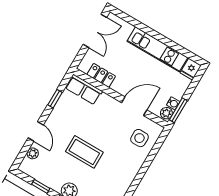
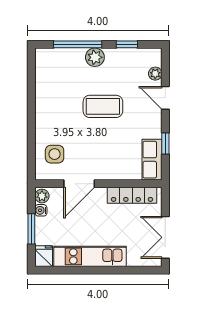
locker: (101, 75) -> (132, 195), width x1.53
row of seats: (84, 89) -> (152, 160), moved, turned -90
window: (178, 110) -> (31, 229), moved

